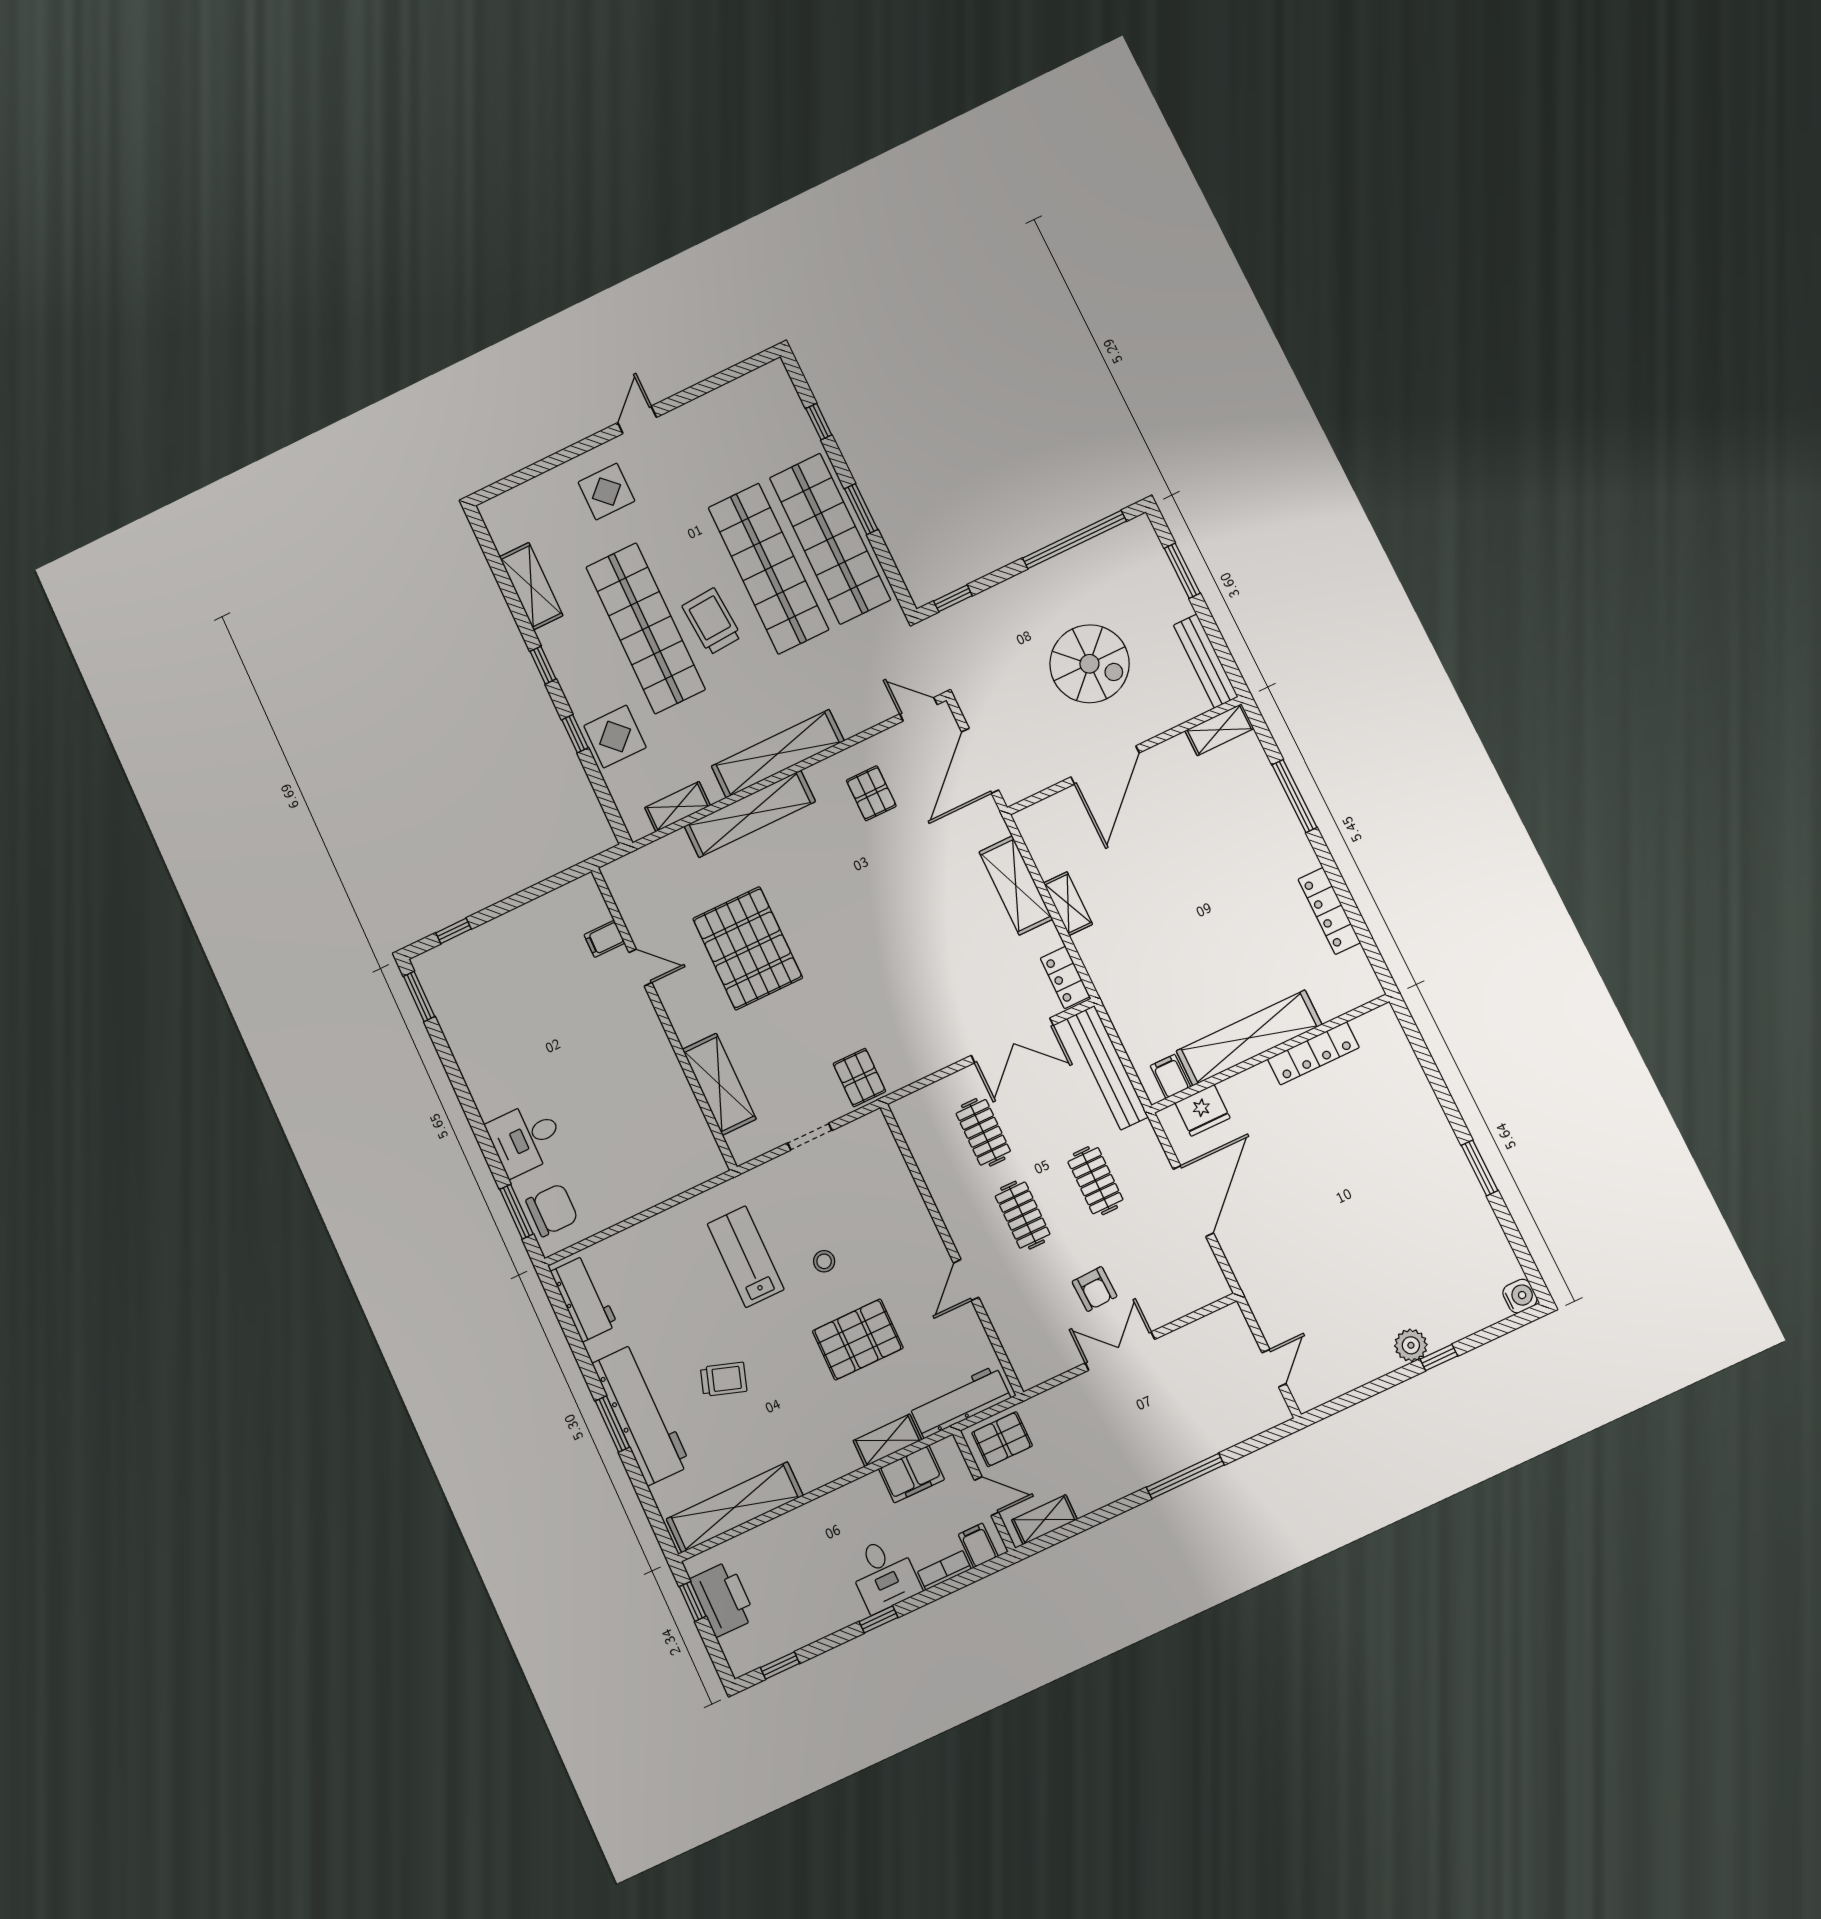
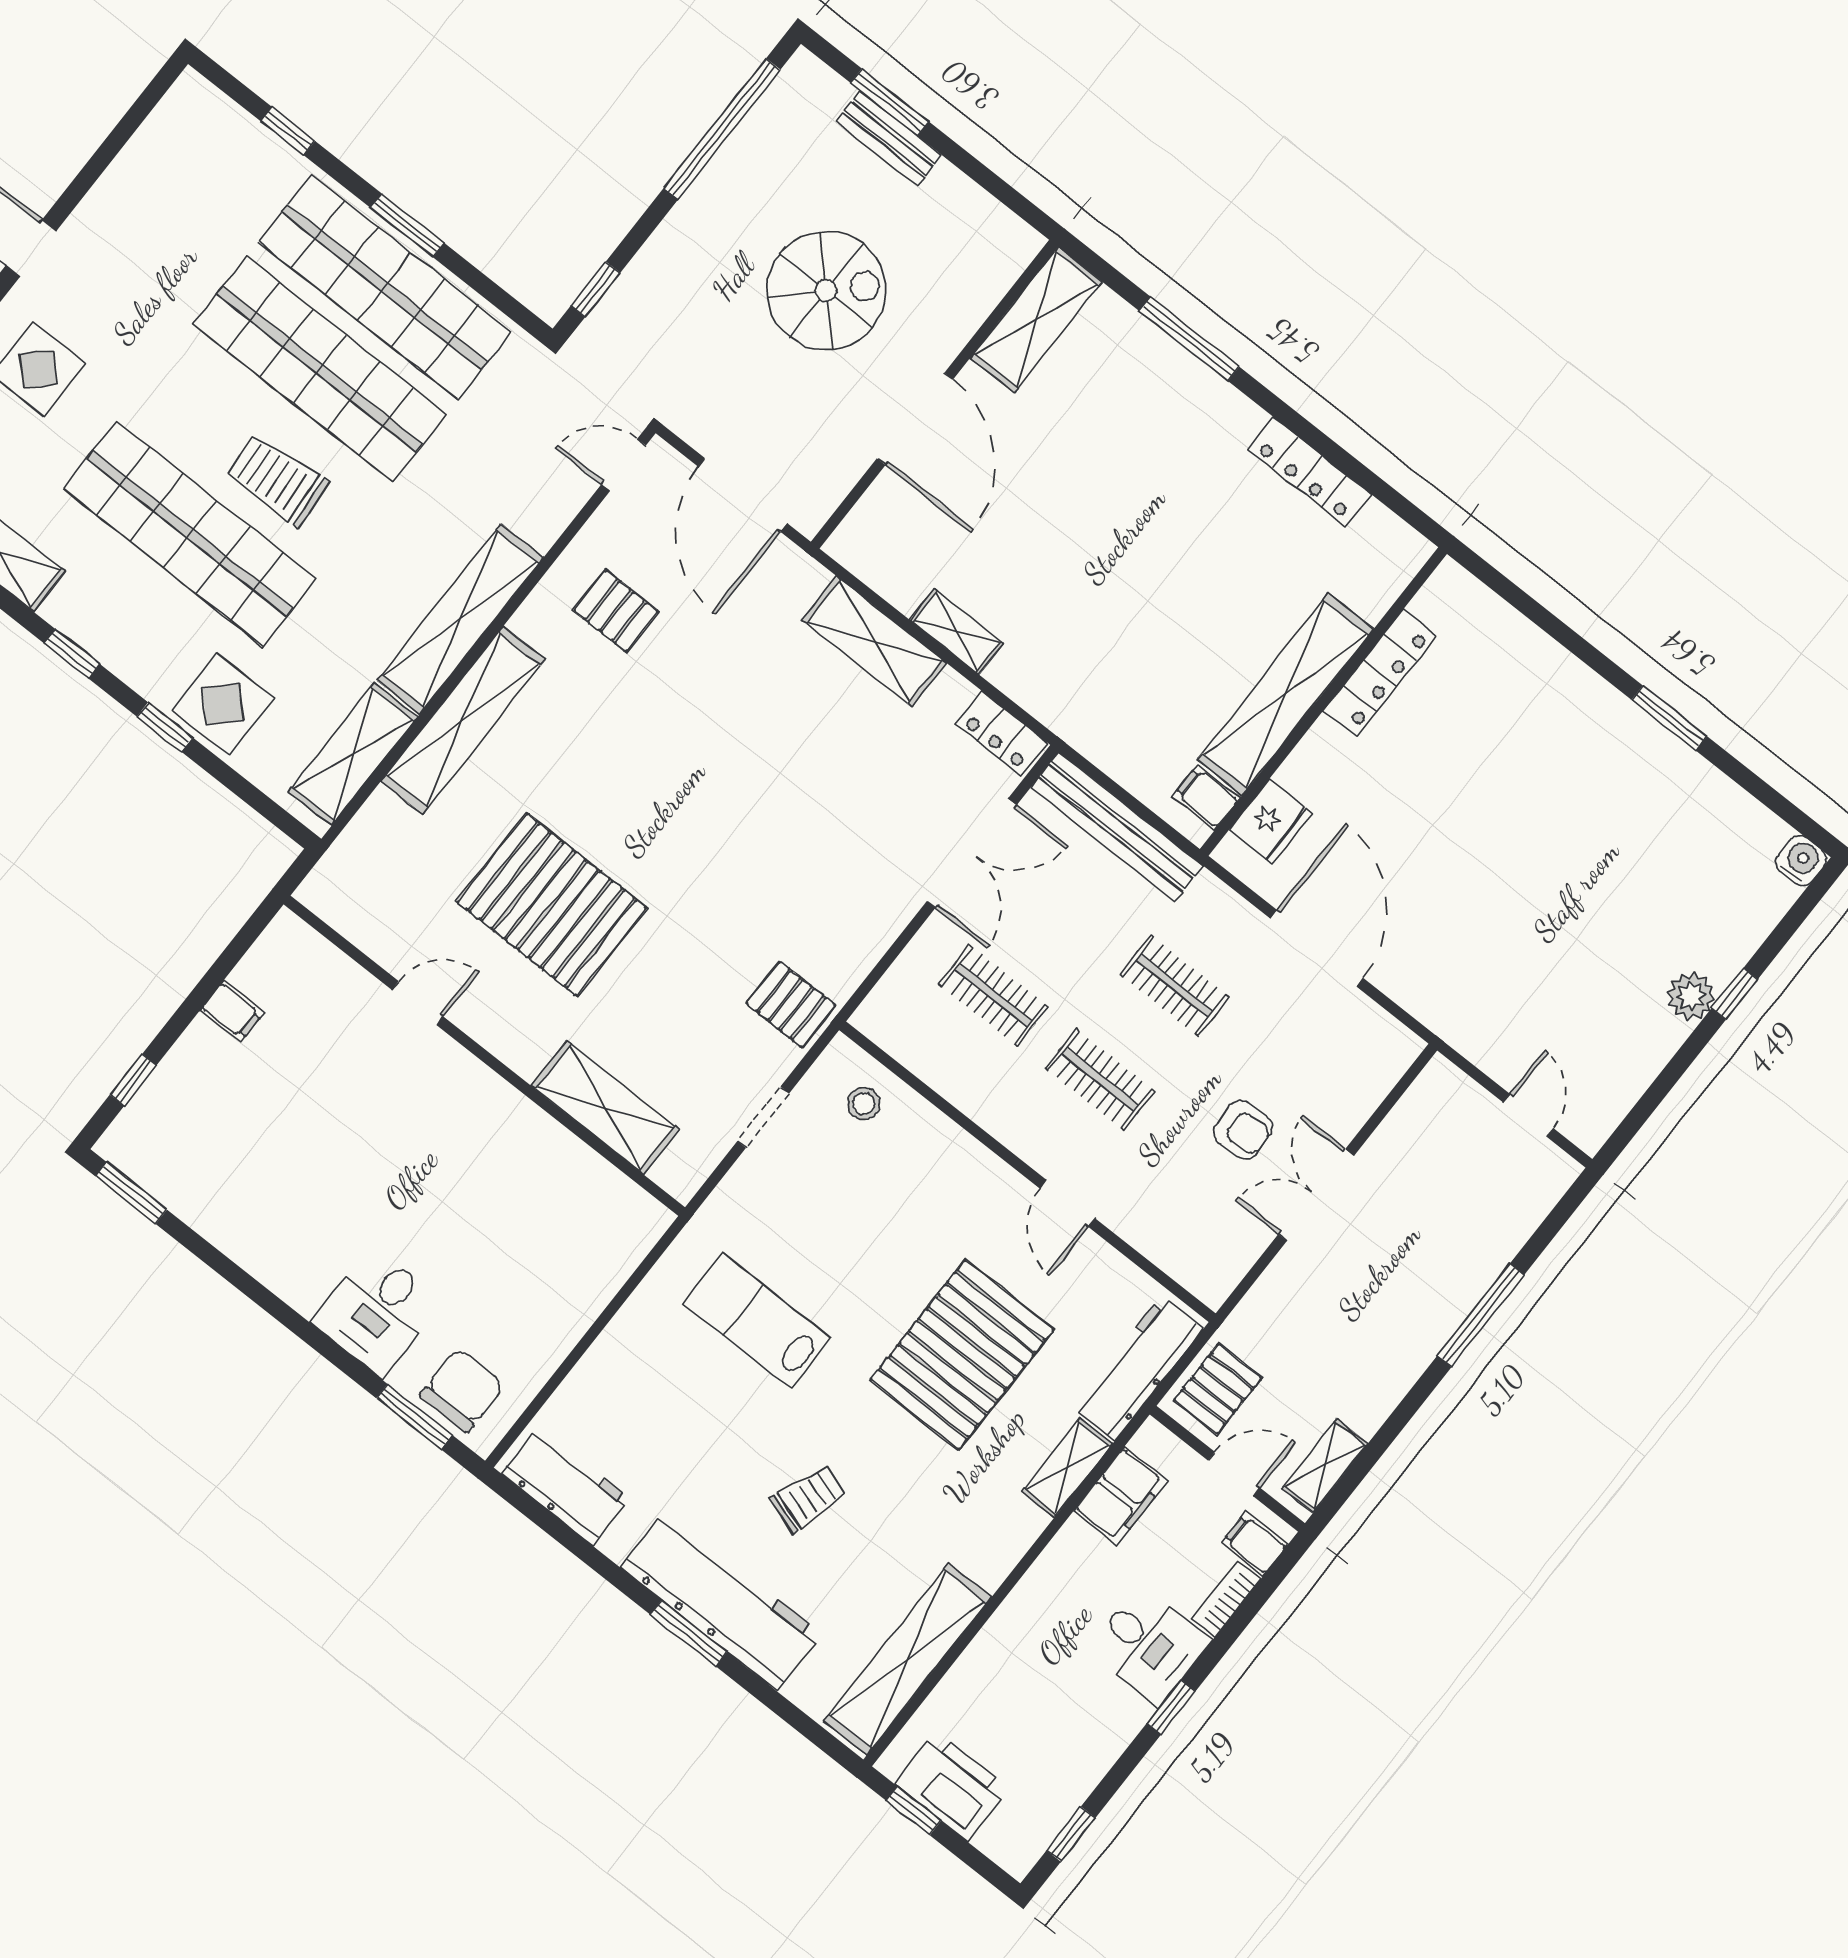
bench: (1206, 661) -> (889, 138), moved, width x0.73
shelving: (1219, 730) -> (1036, 320), width x1.50, depth x1.33
shelving: (678, 807) -> (353, 754), width x1.50, depth x1.33
filing cabinet: (604, 939) -> (232, 1011), moved, turned -90
stool: (824, 1261) -> (864, 1104), moved
pallet: (858, 1339) -> (962, 1355), width x1.37, depth x1.41

